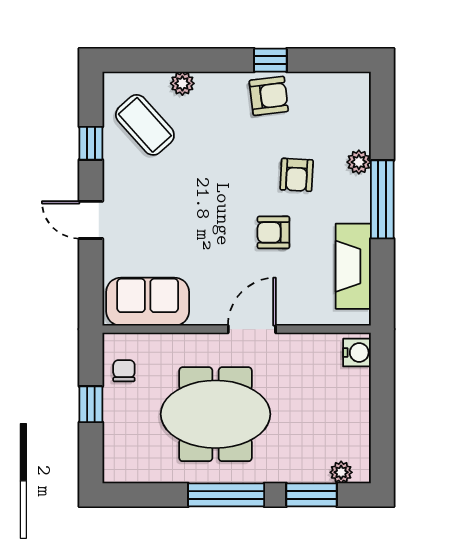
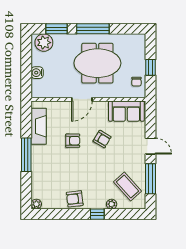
window: (270, 60) -> (97, 214), moved
window: (91, 143) -> (151, 179), width x2.17
plant: (359, 162) -> (36, 204), moved
armchair: (297, 175) -> (102, 139), moved, turned 118
water cooler: (357, 353) -> (37, 73), moved
plant: (341, 472) -> (44, 43), width x1.88, depth x1.88

